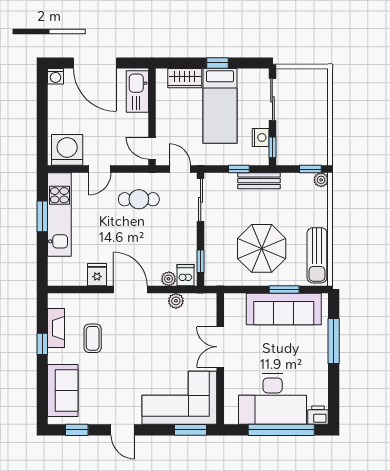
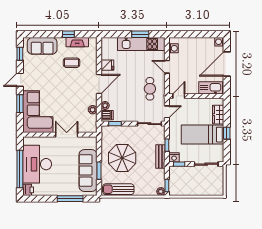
nightstand: (261, 138) -> (174, 157), moved
washing machine: (67, 150) -> (174, 48), width x0.53, depth x0.53
window: (190, 430) -> (20, 104), moved

